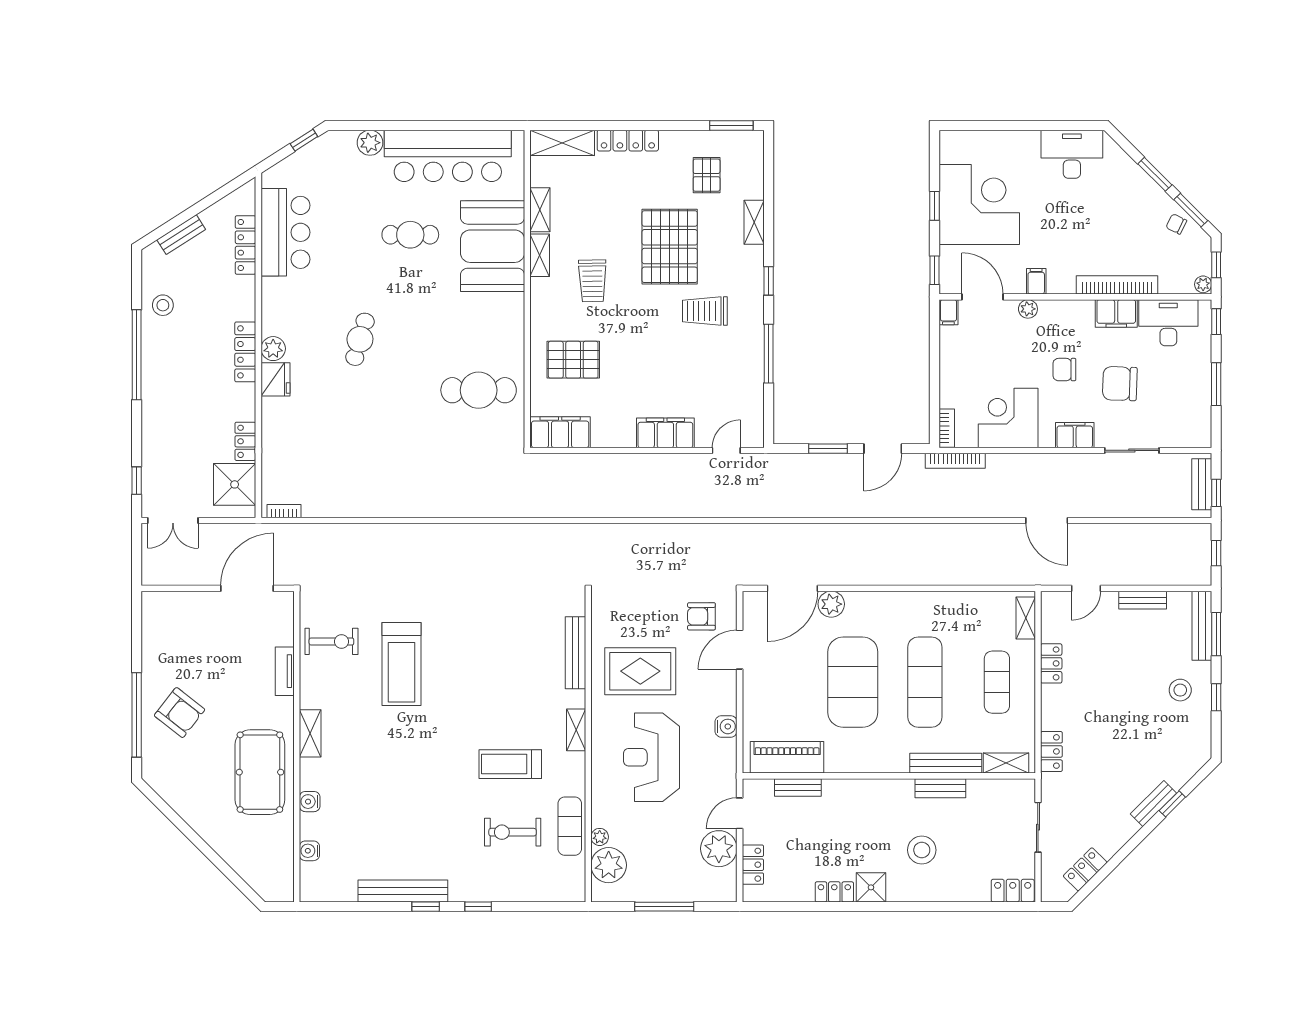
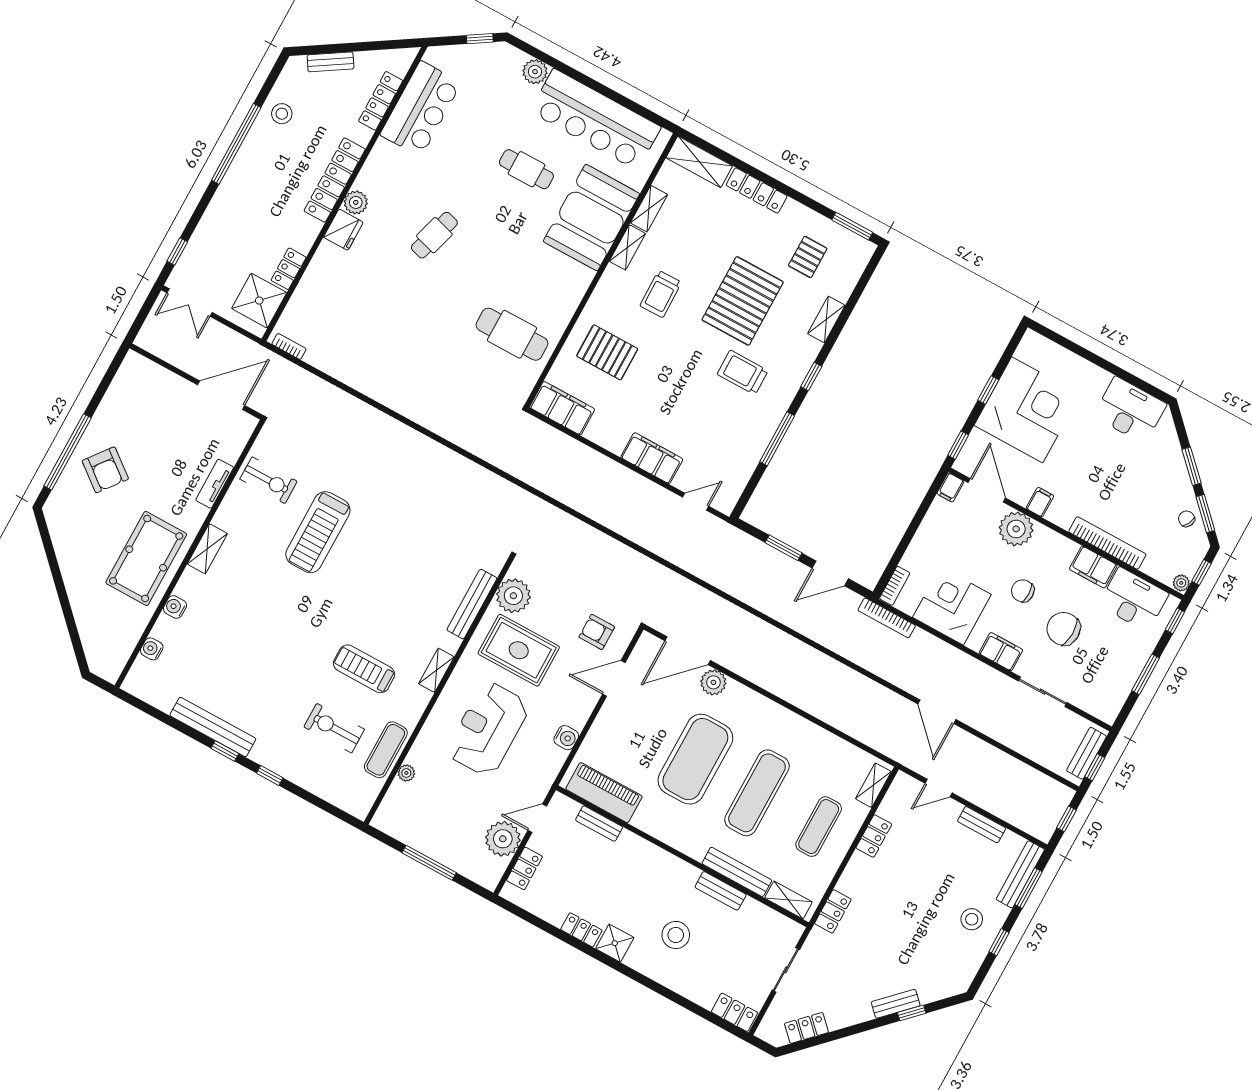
plant: (1028, 309) -> (1016, 529), width x1.87, depth x1.87
locker: (245, 352) -> (335, 180), width x1.41, depth x1.21
plant: (609, 865) -> (513, 596), moved

